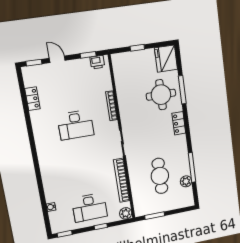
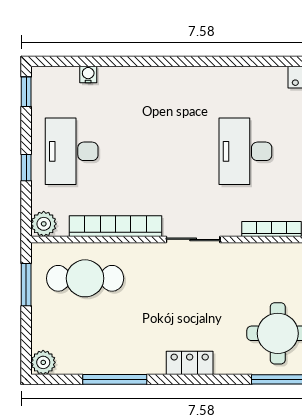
locker: (179, 123) -> (190, 363), moved
cafe table: (160, 176) -> (85, 278), moved
plant: (186, 181) -> (43, 362), moved

